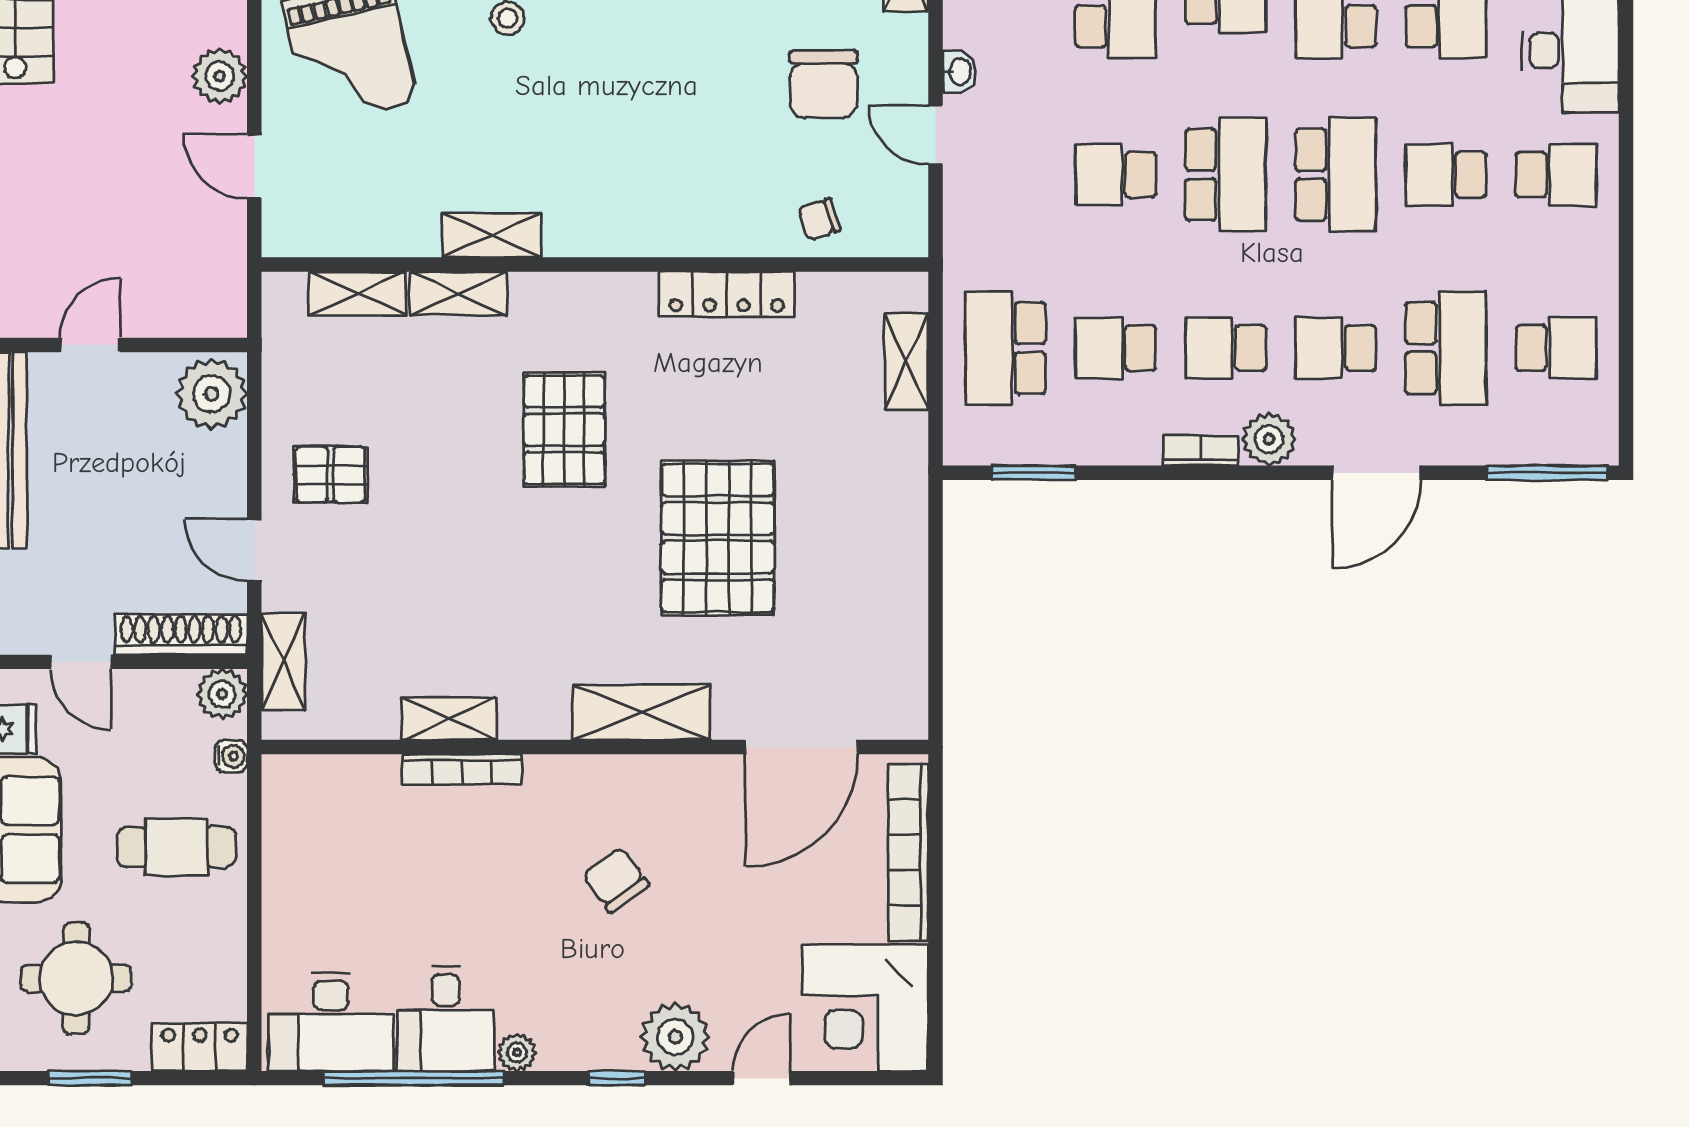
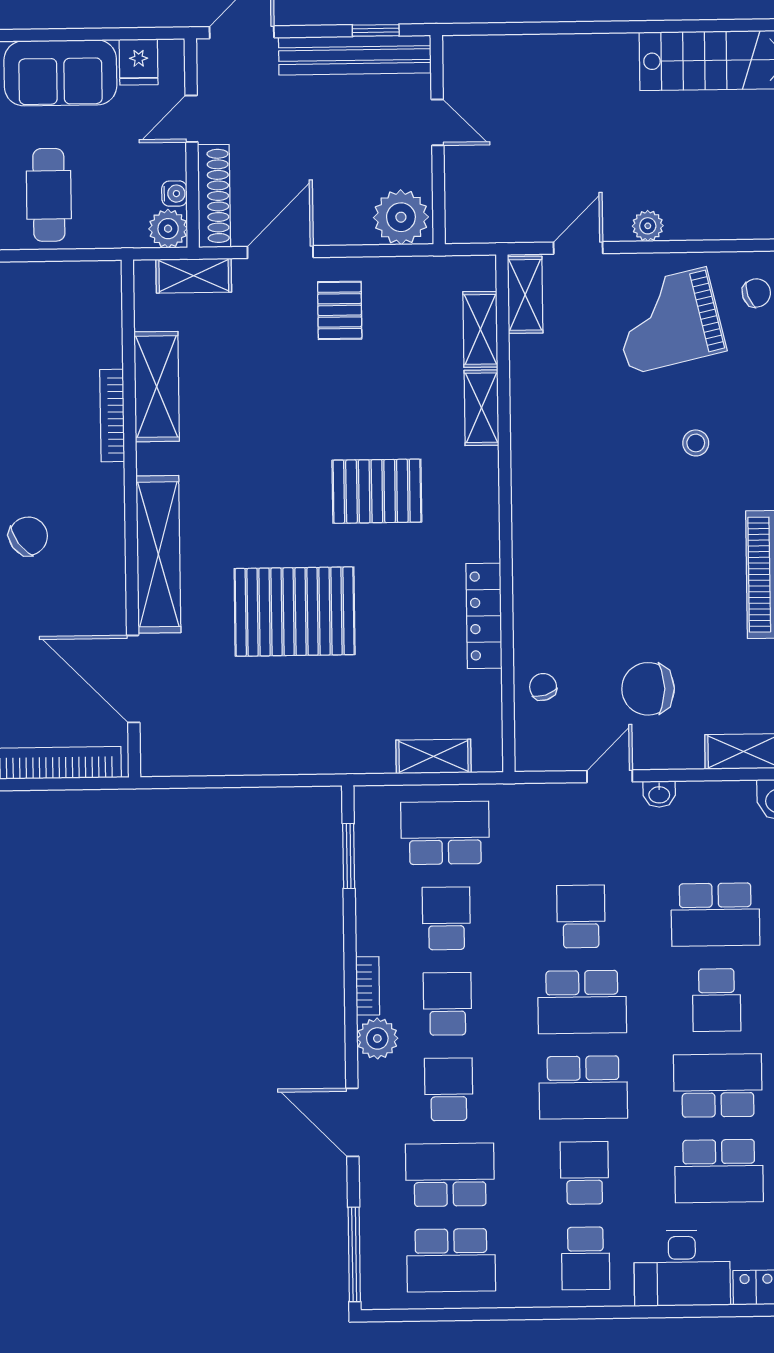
plant: (220, 76) -> (648, 226), width x0.73, depth x0.73
shelving: (491, 235) -> (525, 295), moved
school desk: (1446, 348) -> (450, 1175), turned 180
school desk: (1556, 348) -> (451, 1260), width x1.85
door: (254, 550) -> (280, 252), width x1.38
shelving: (641, 712) -> (158, 554), width x1.47
shelving: (449, 719) -> (157, 387), width x1.50, depth x1.33
water cooler: (231, 756) -> (174, 194), moved, turned -90

